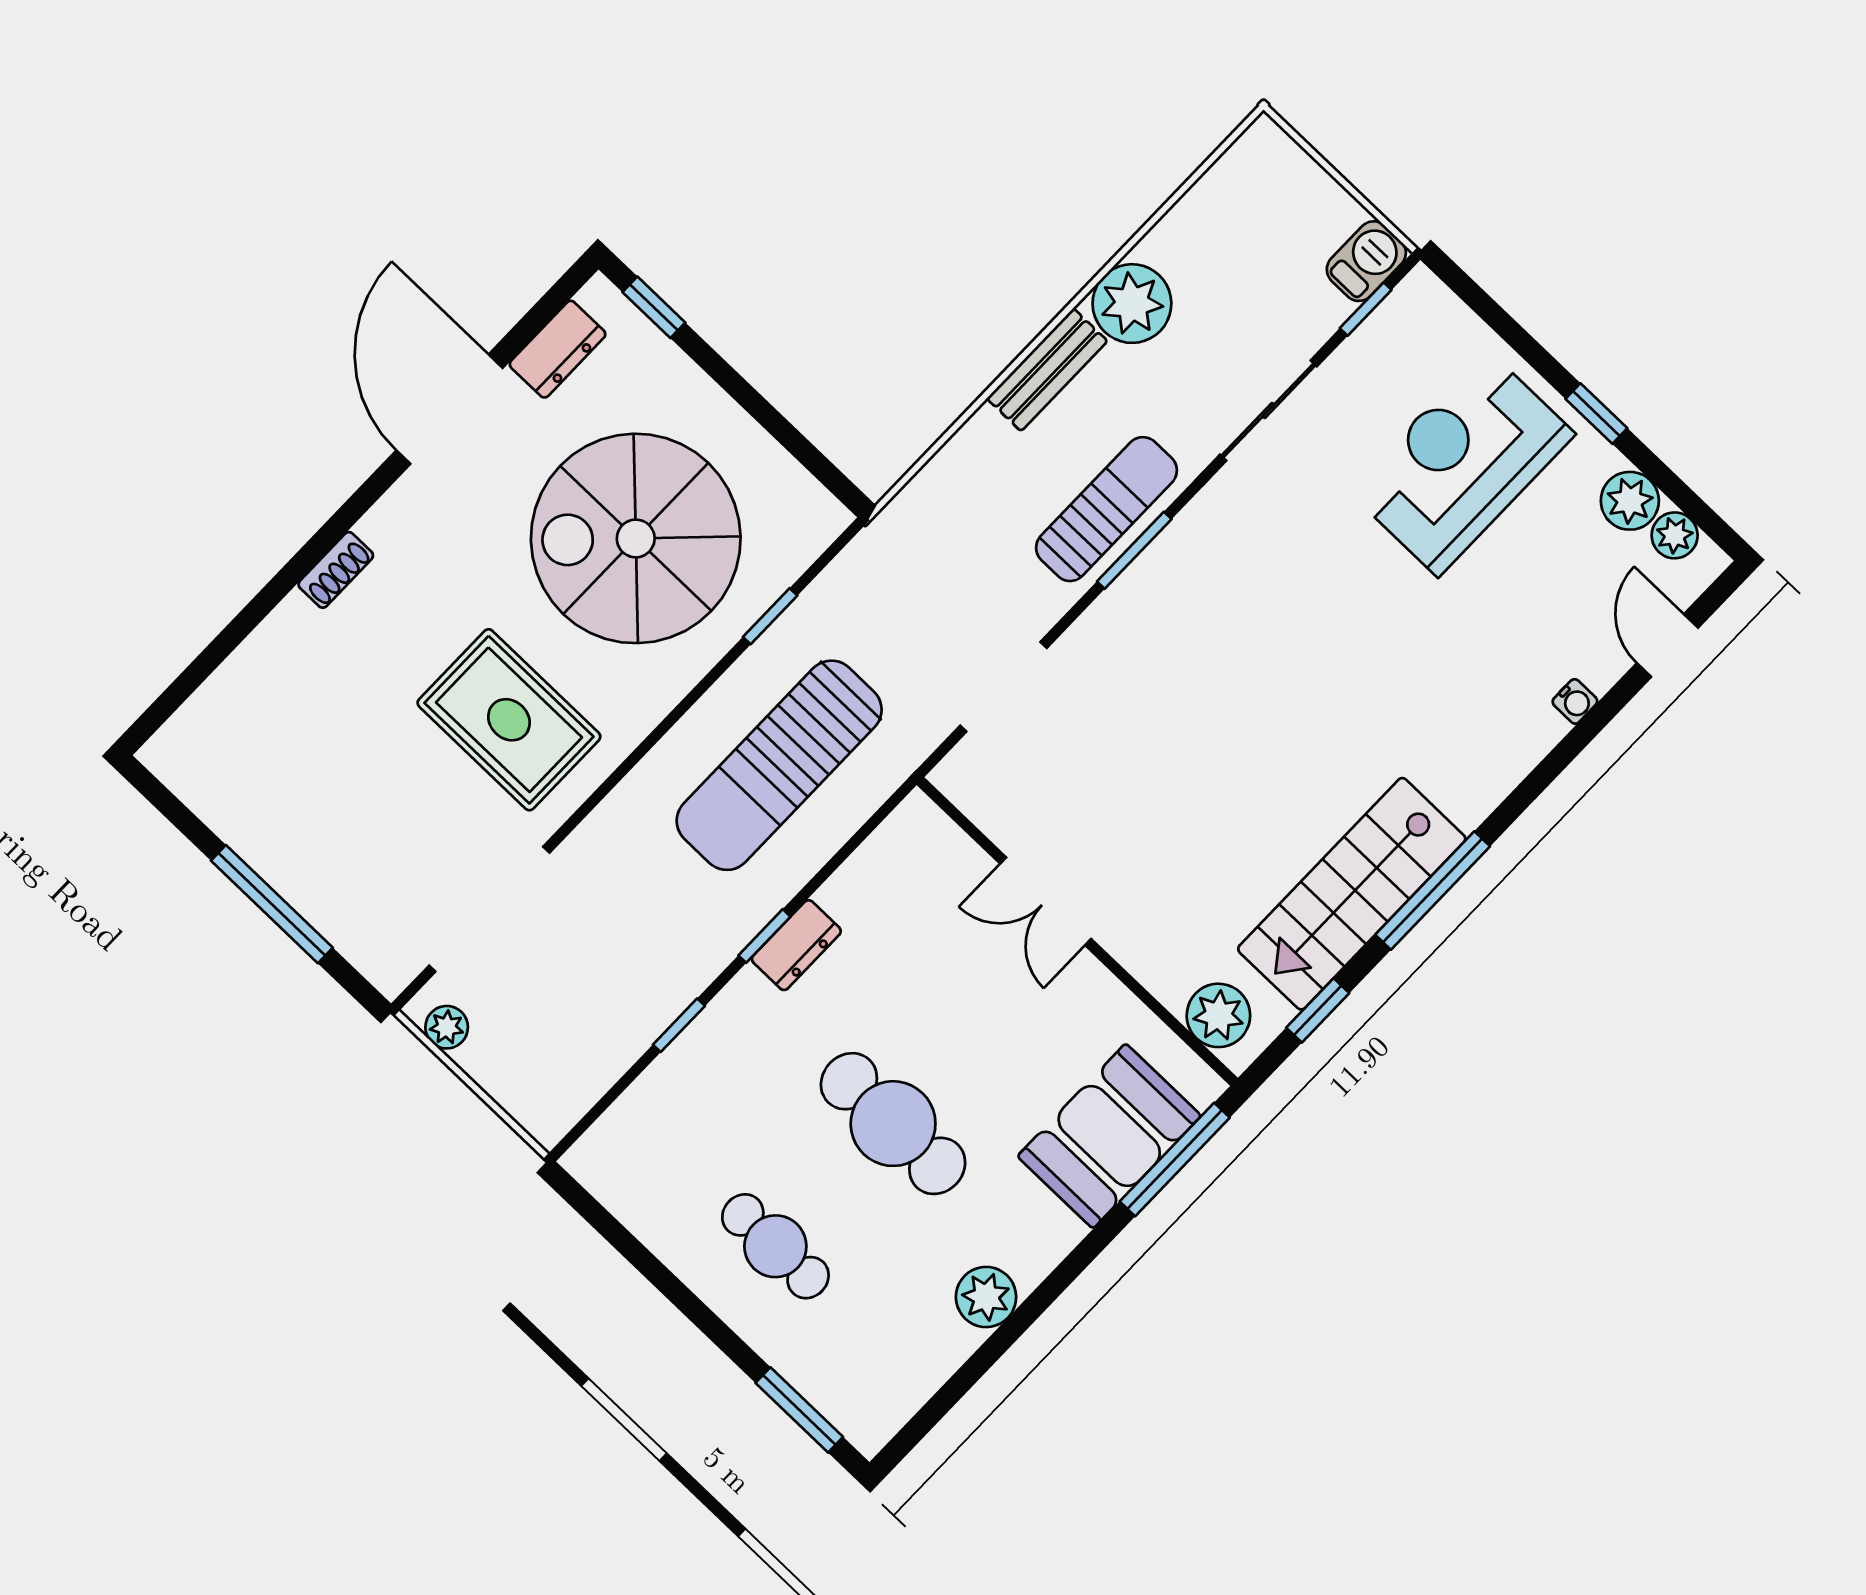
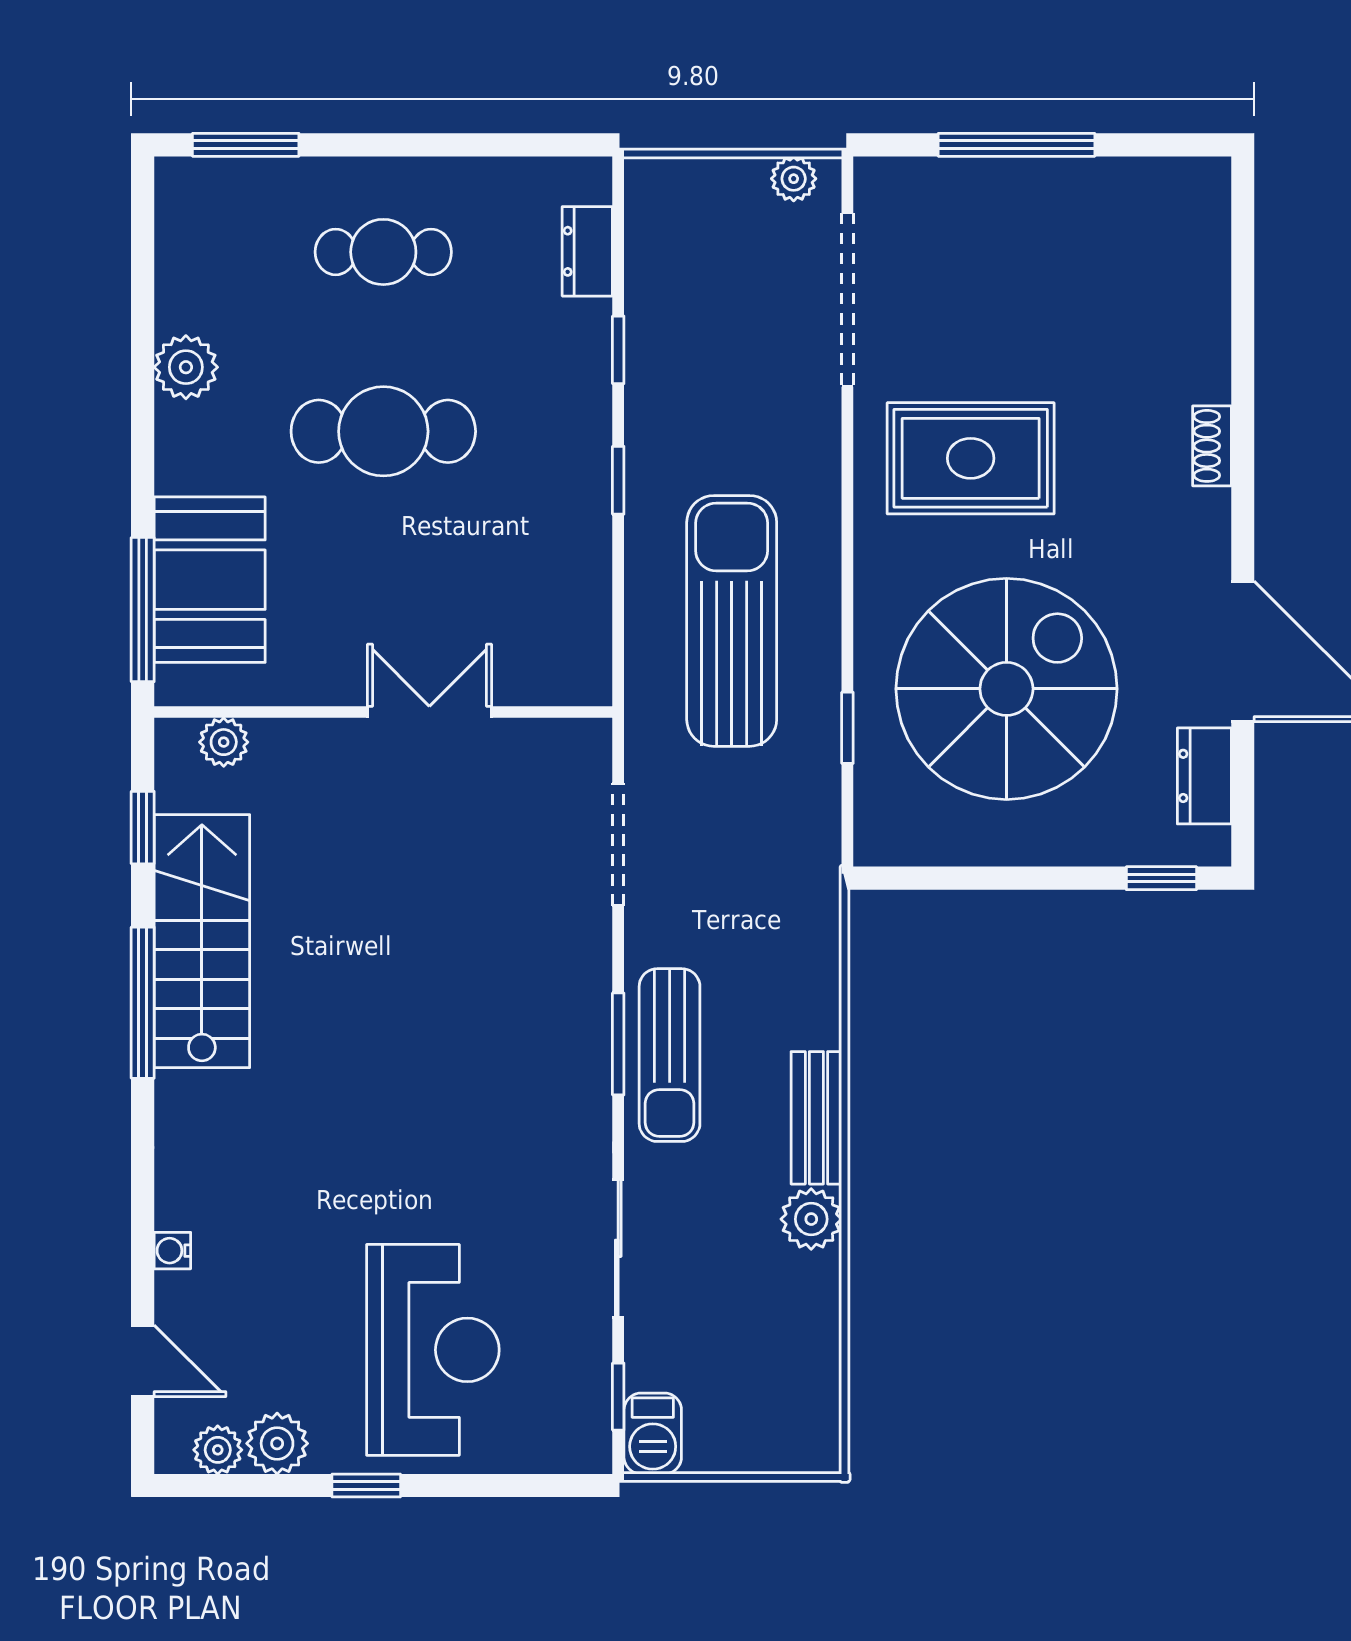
plant: (1132, 304) -> (811, 1219), width x0.73, depth x0.73
dresser: (796, 945) -> (587, 251), moved
plant: (1218, 1015) -> (224, 742), width x0.73, depth x0.73

